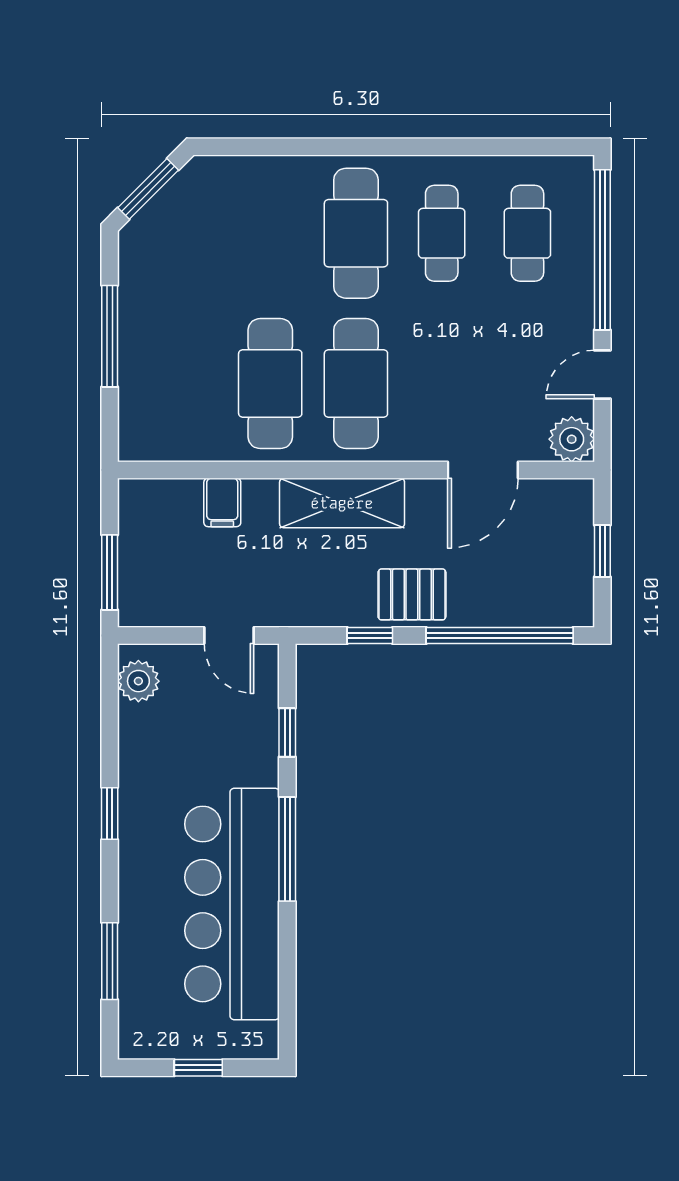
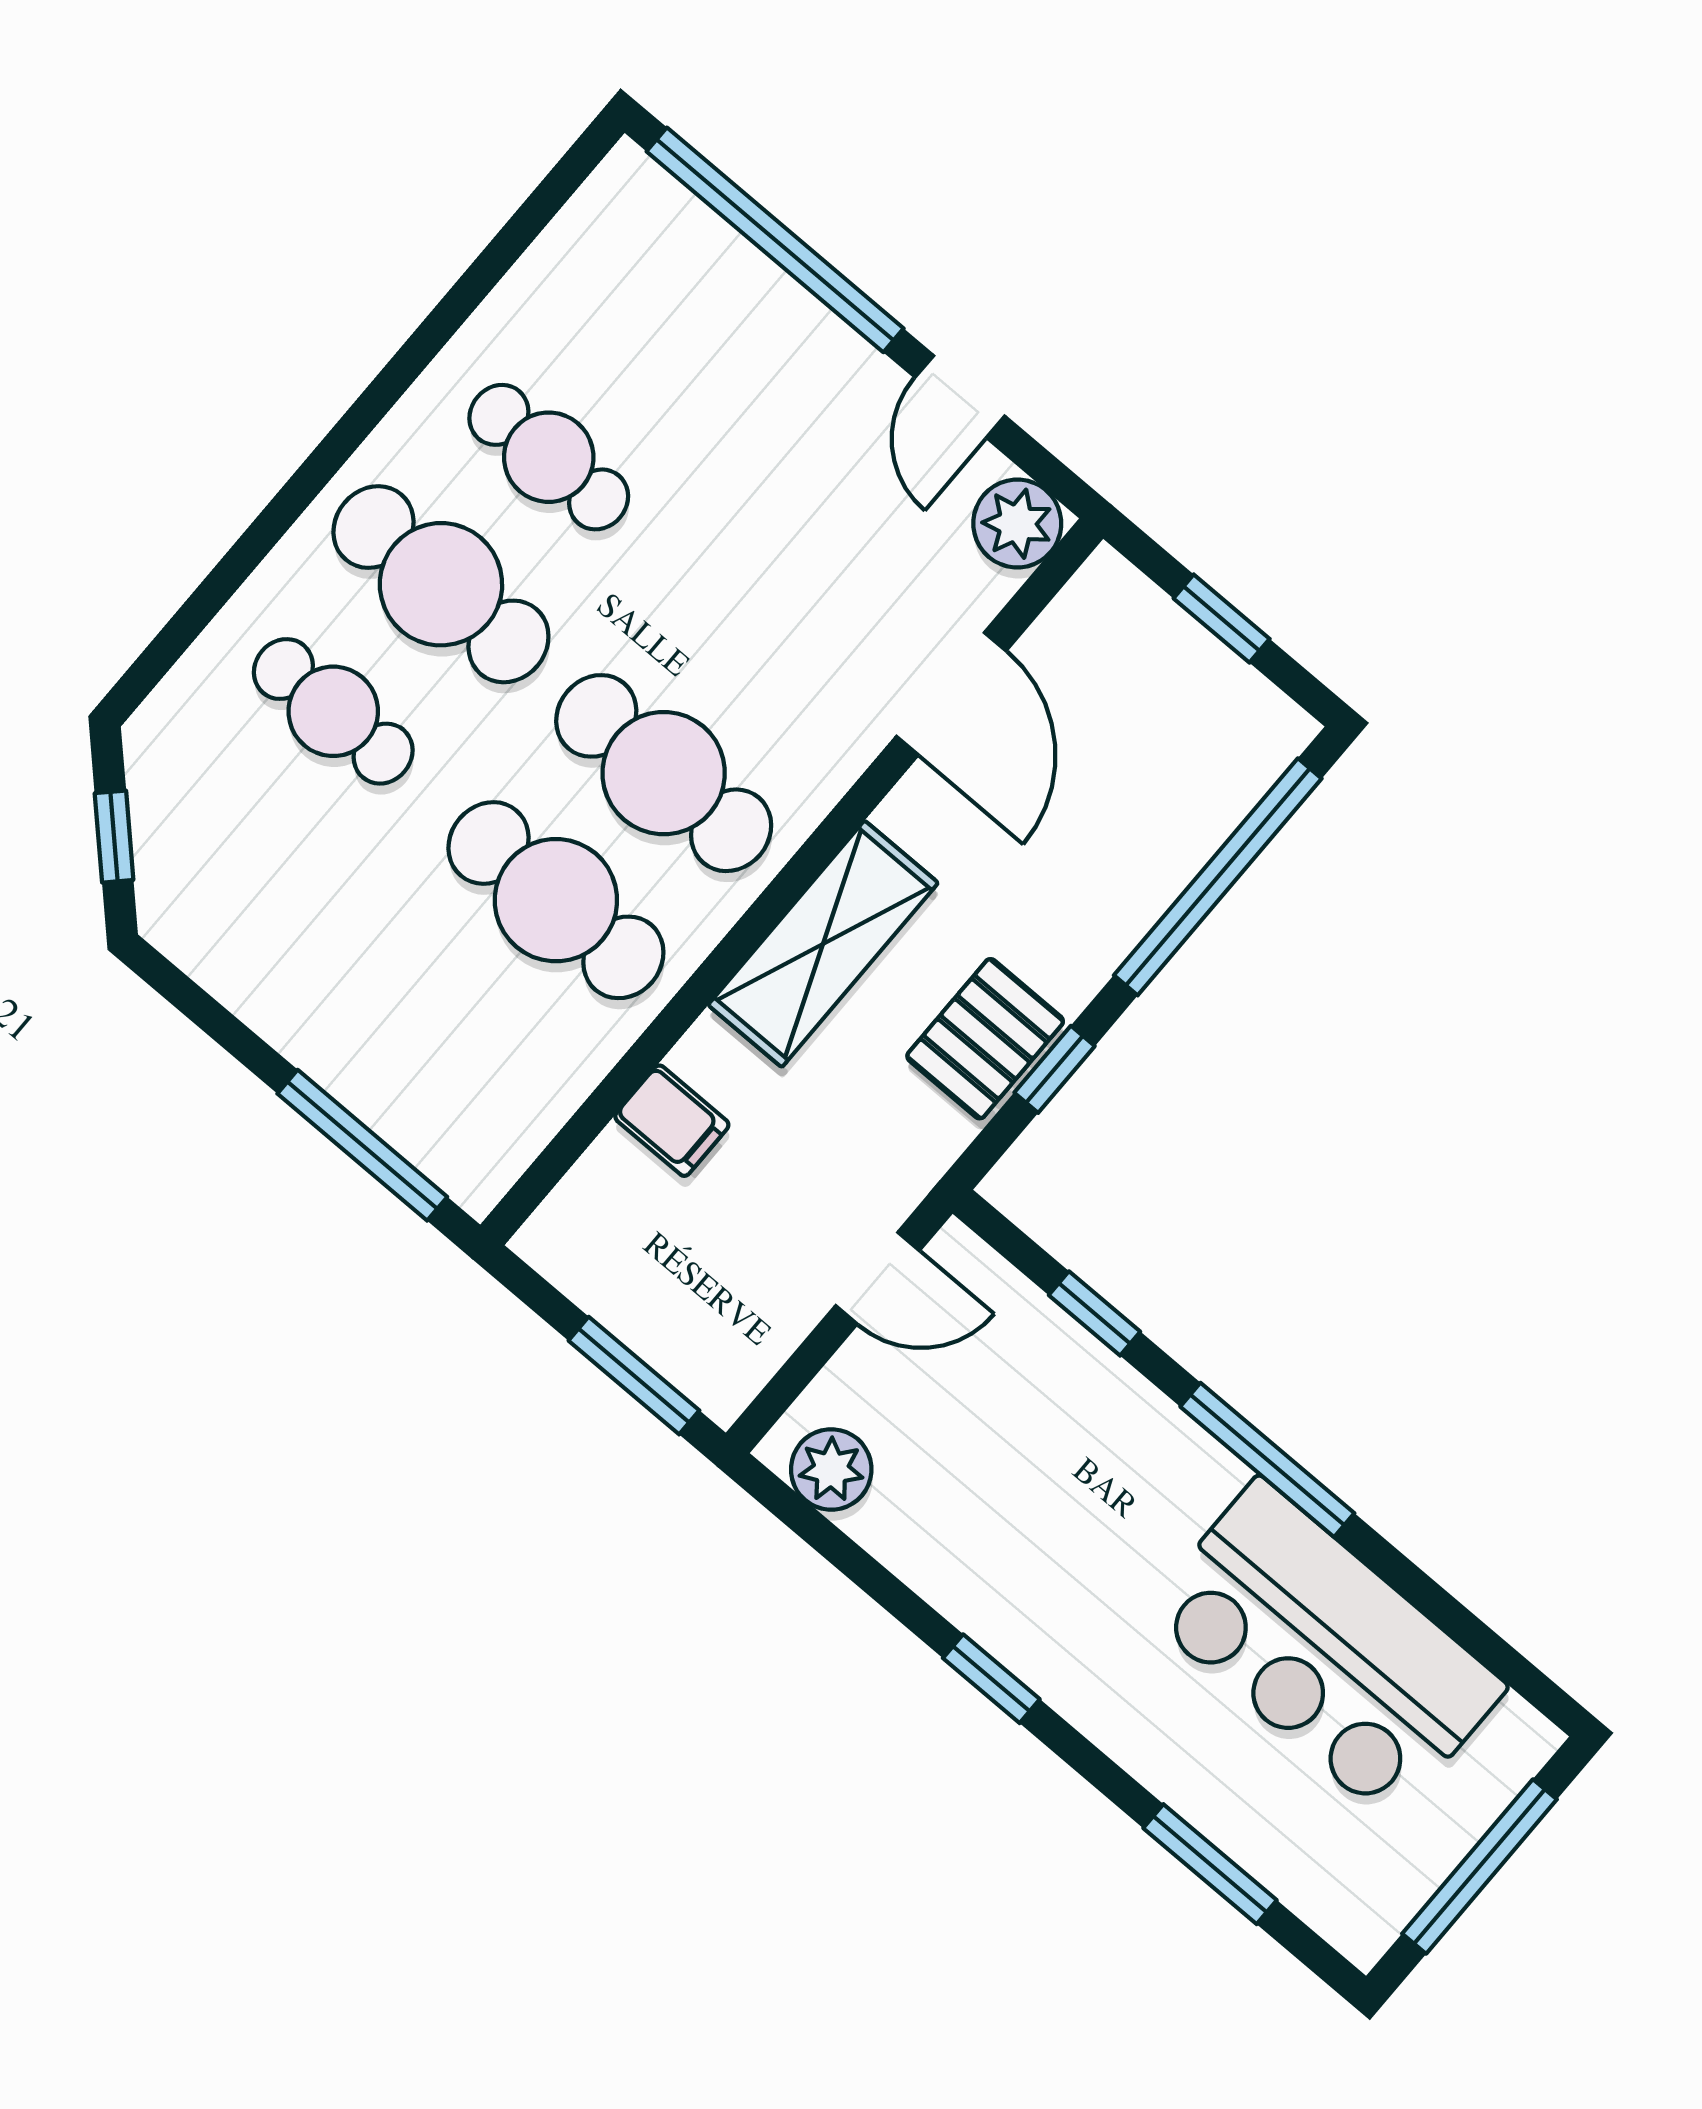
window: (148, 189) -> (114, 837), width x0.67
cafe table: (527, 233) -> (333, 711), moved
window: (110, 336) -> (362, 1145), moved
pallet: (412, 594) -> (985, 1039), moved
bar counter: (232, 904) -> (1325, 1650), width x0.73
window: (198, 1068) -> (1480, 1867), width x2.17

